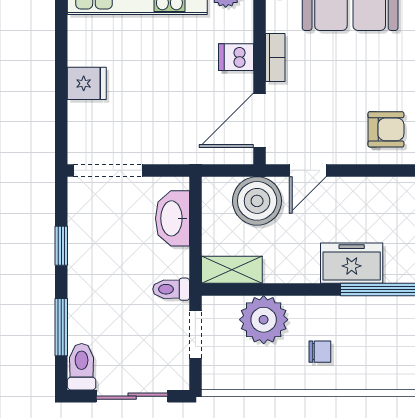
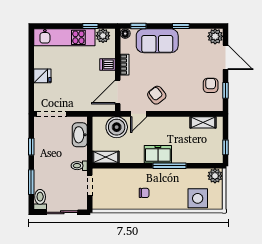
armchair: (386, 129) -> (157, 95), moved, turned -128
plant: (264, 320) -> (120, 179), removed

